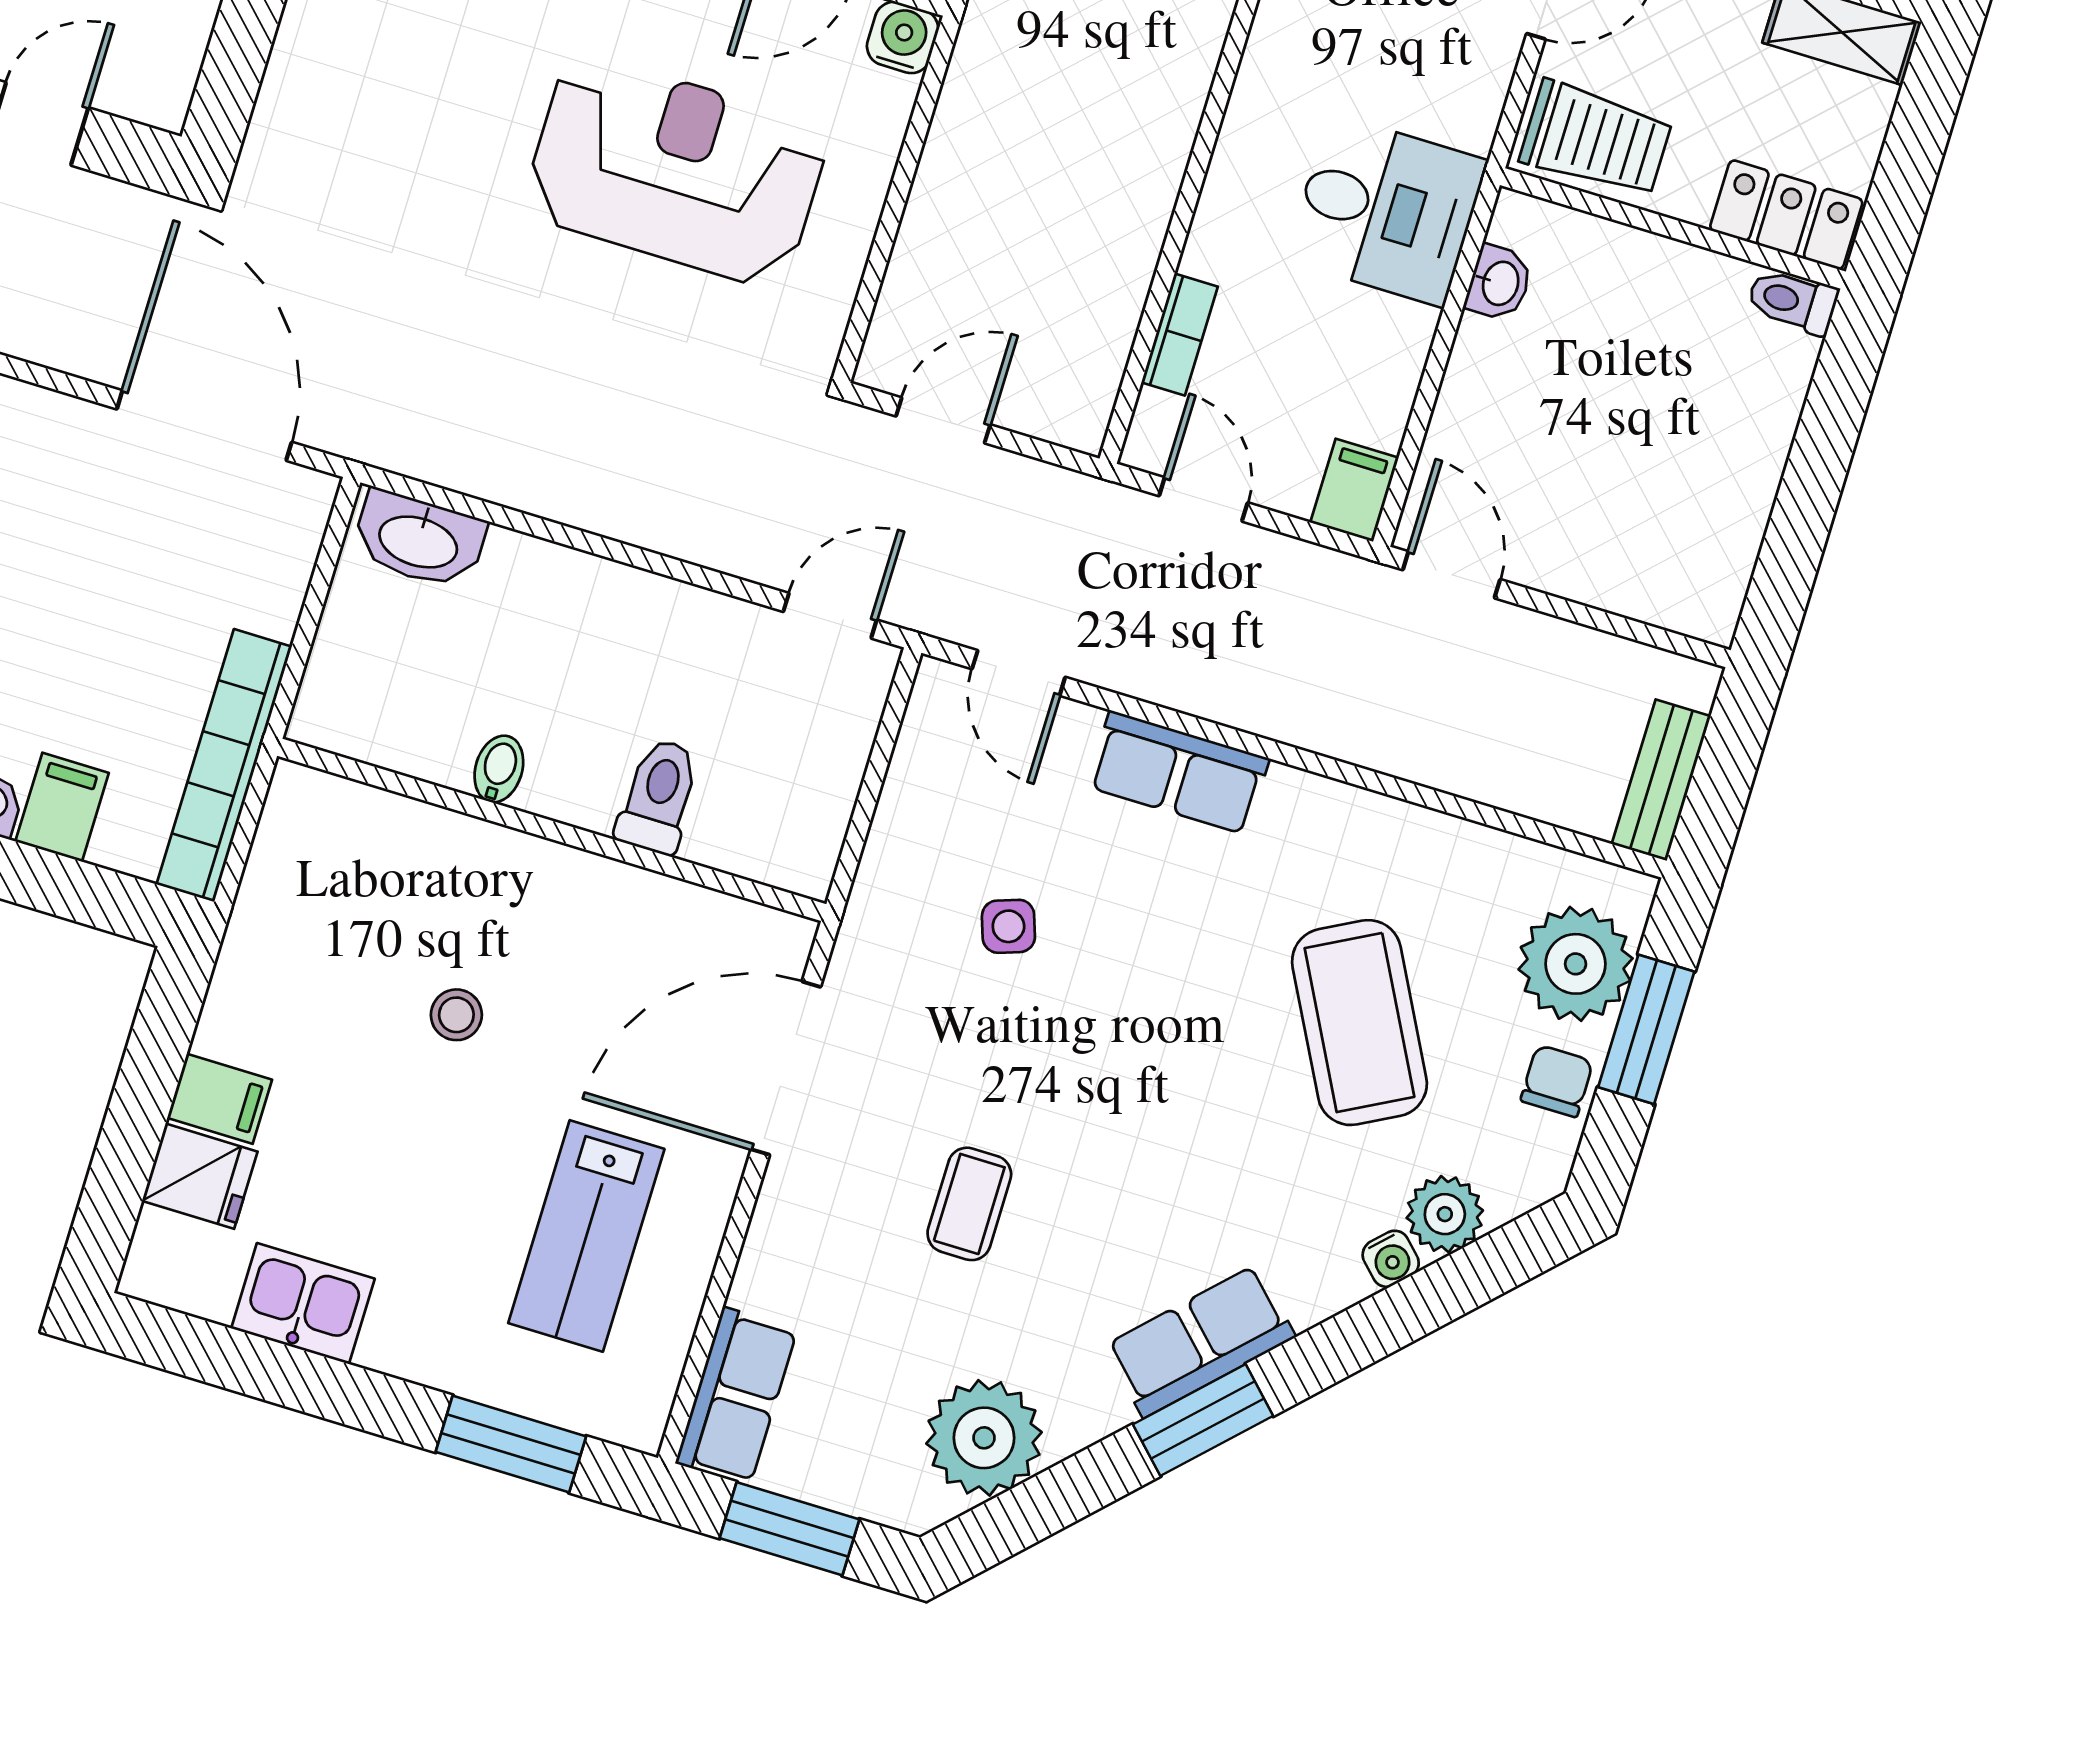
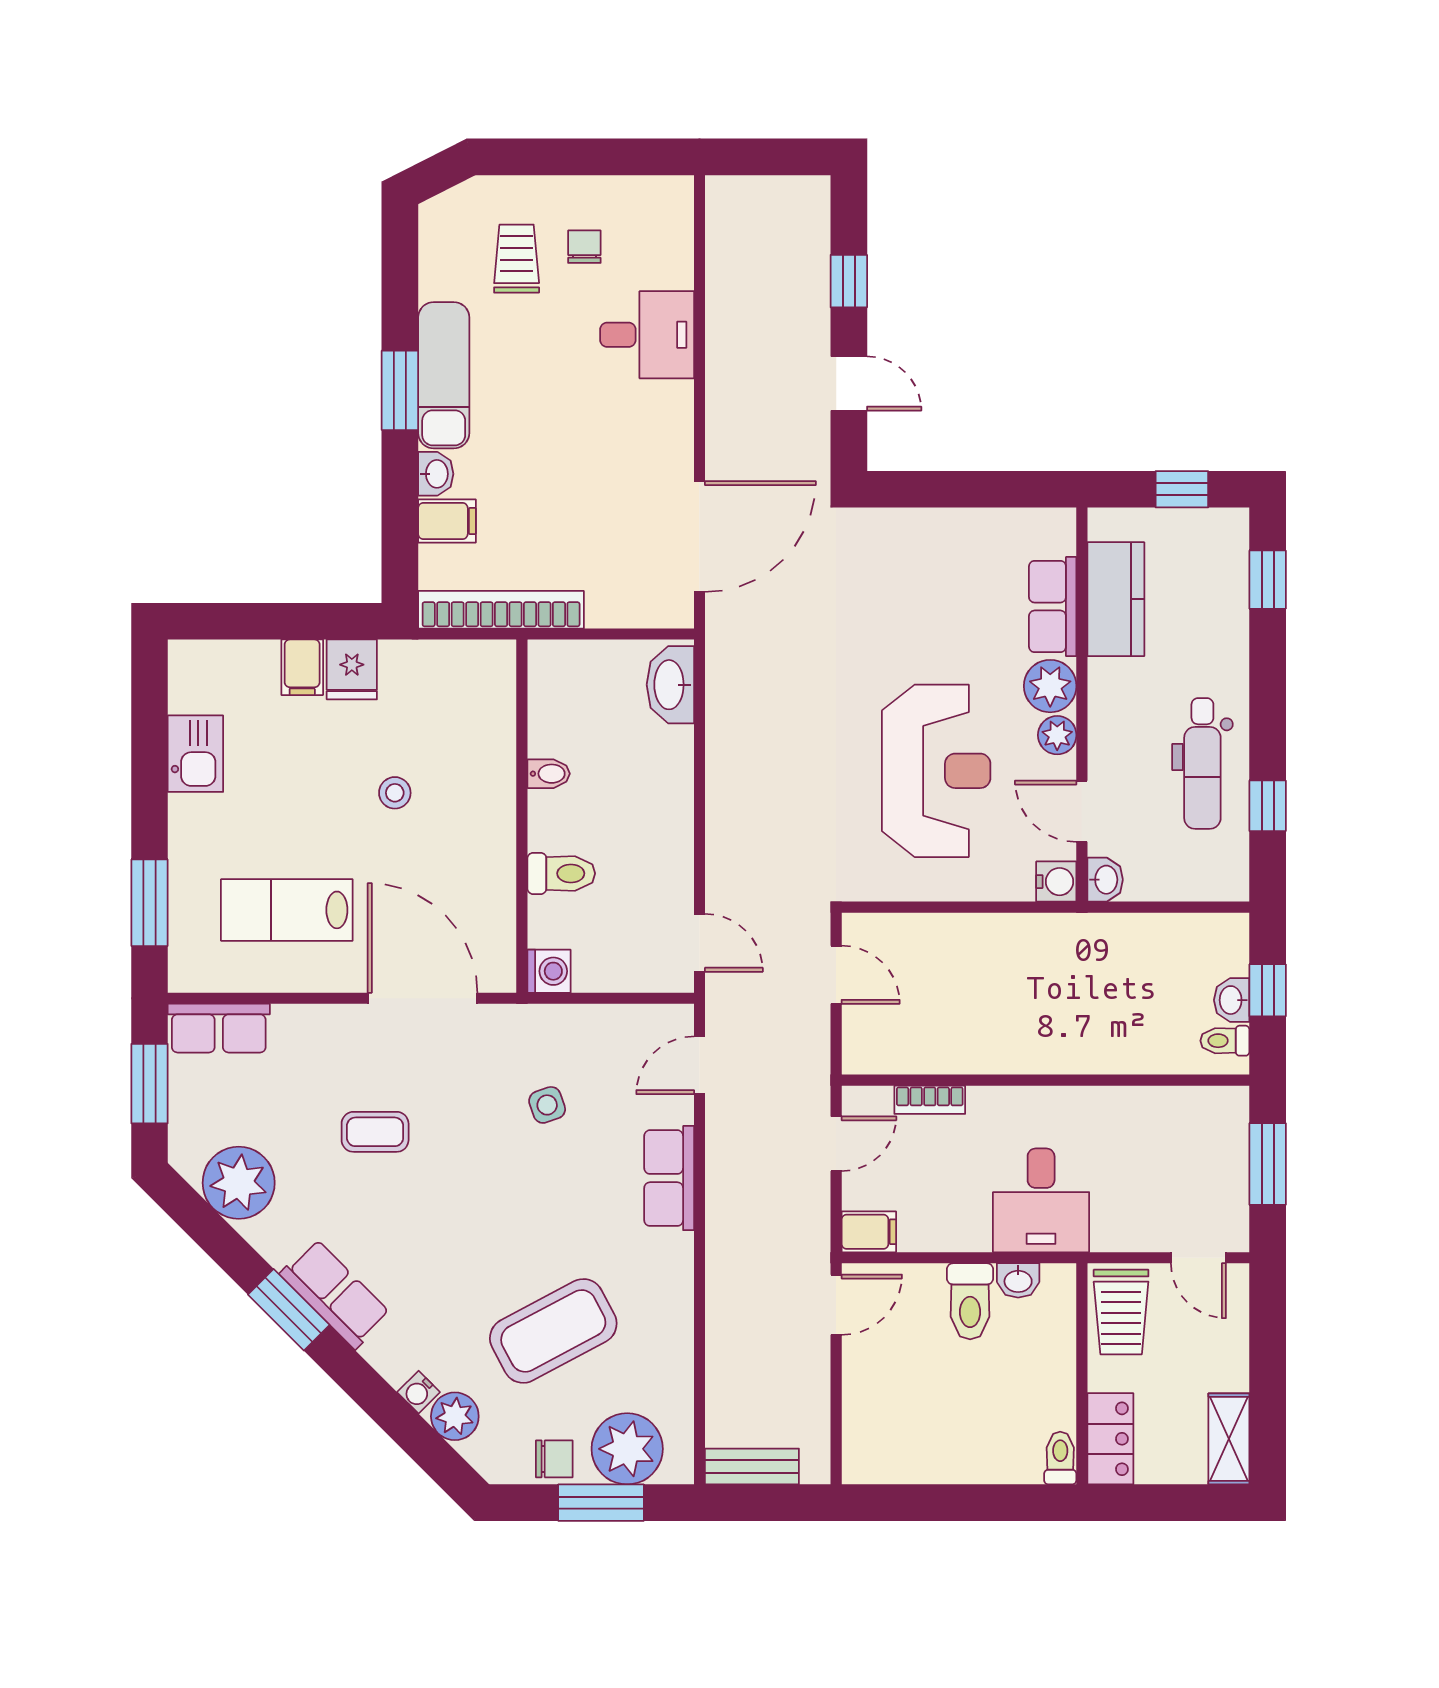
toilet: (1509, 367) -> (970, 1301), added
washing machine: (803, 861) -> (549, 971), added
fridge: (200, 1176) -> (352, 669), moved

